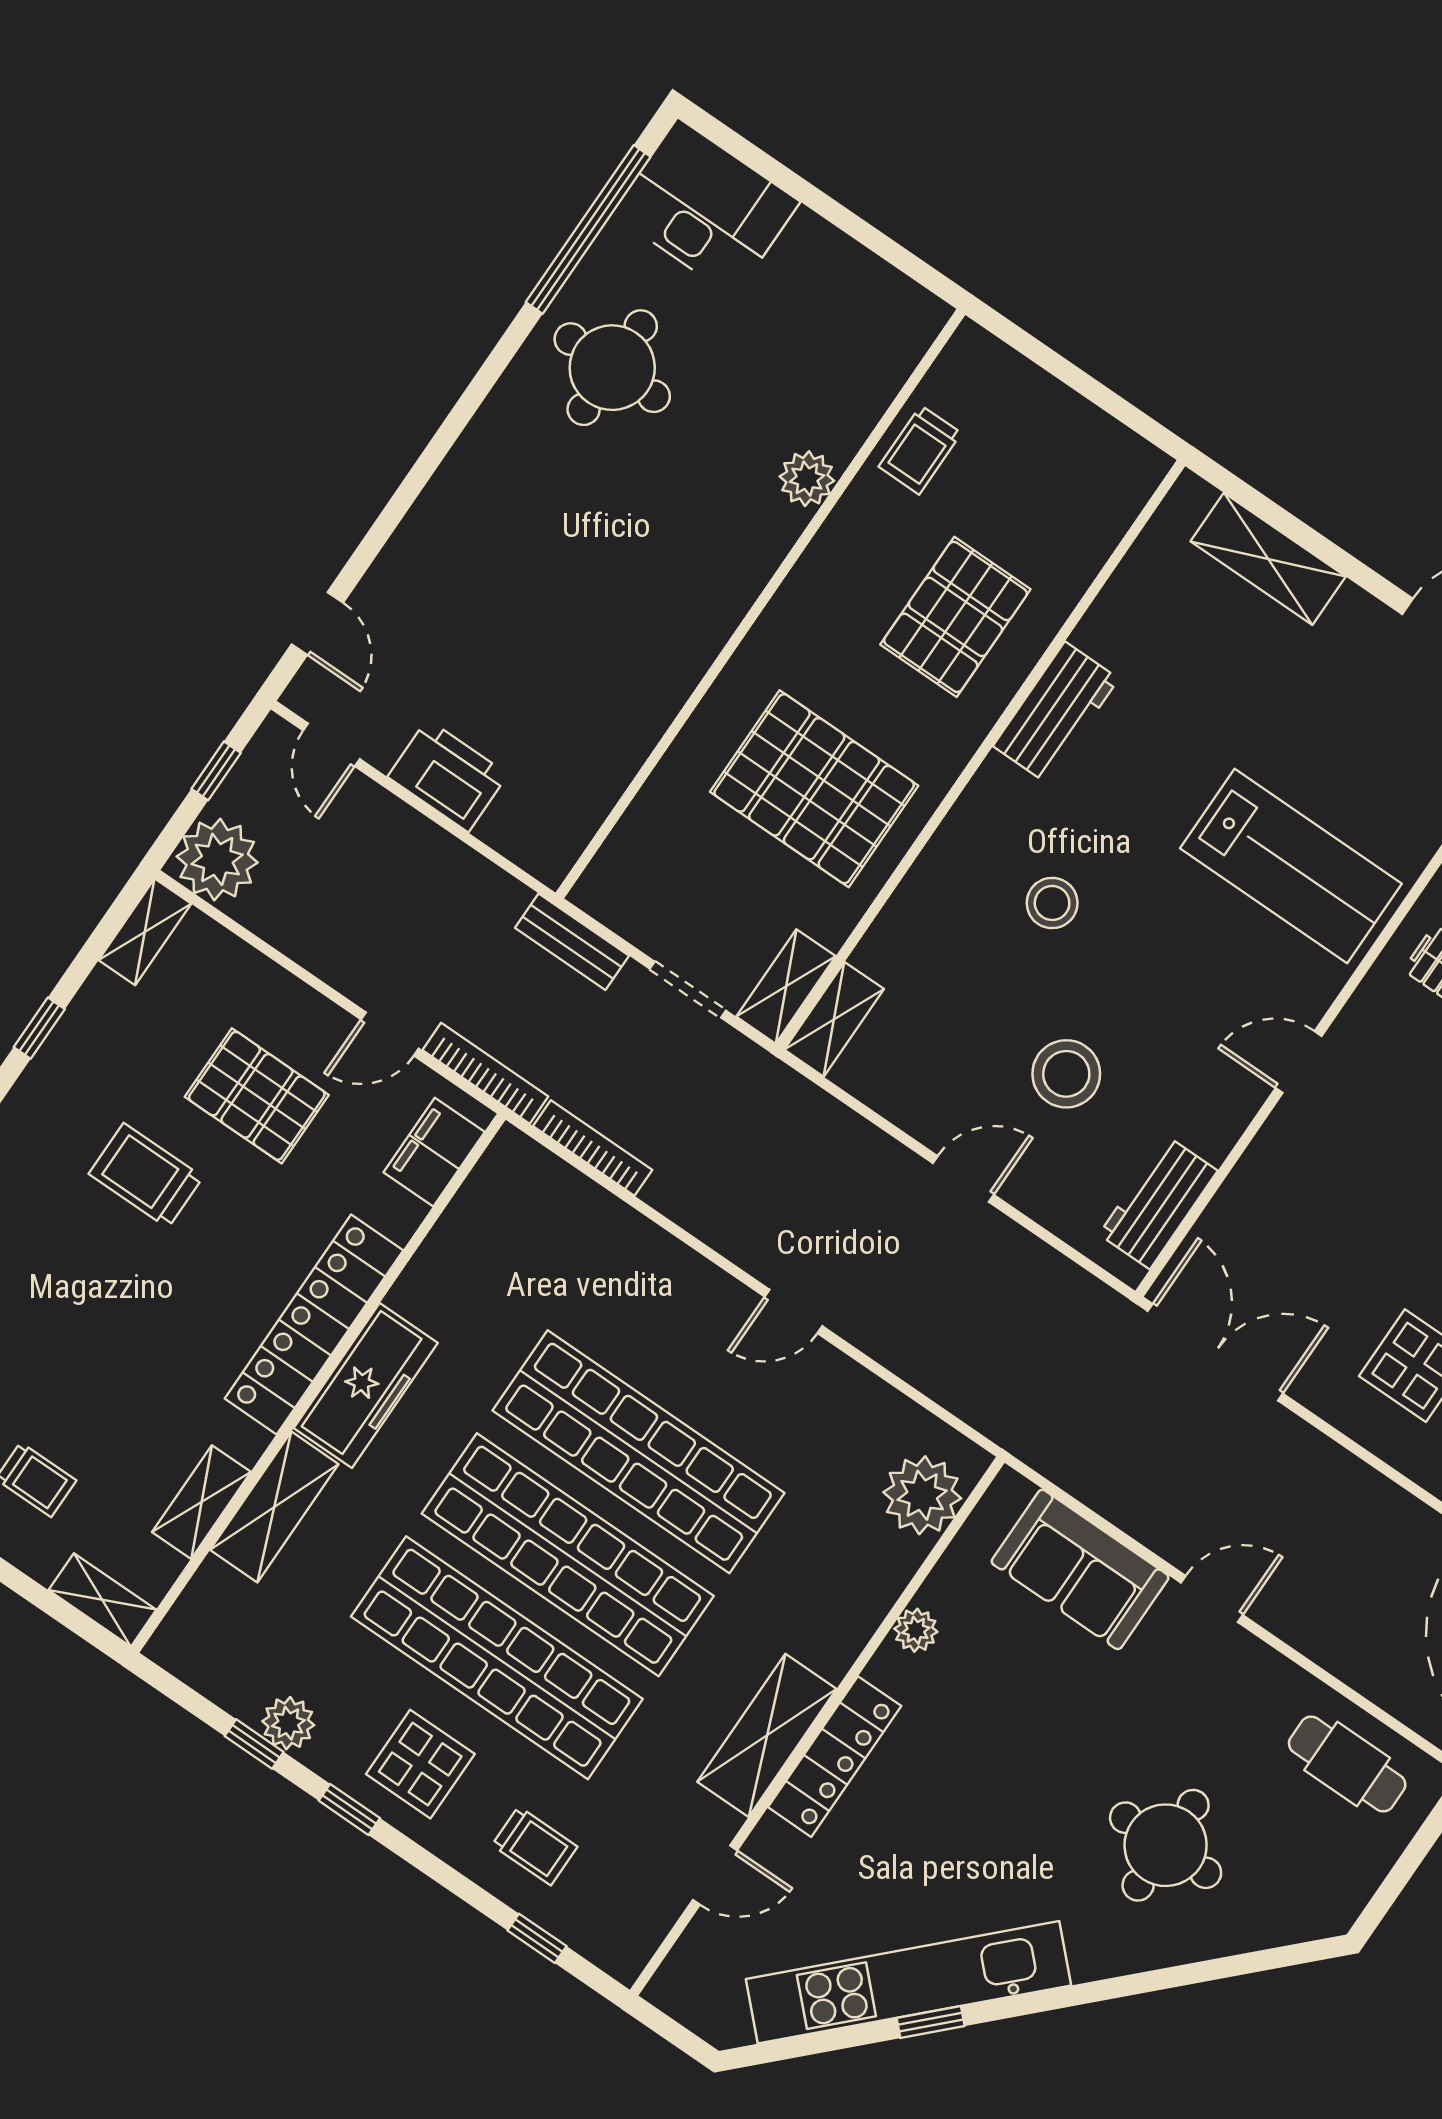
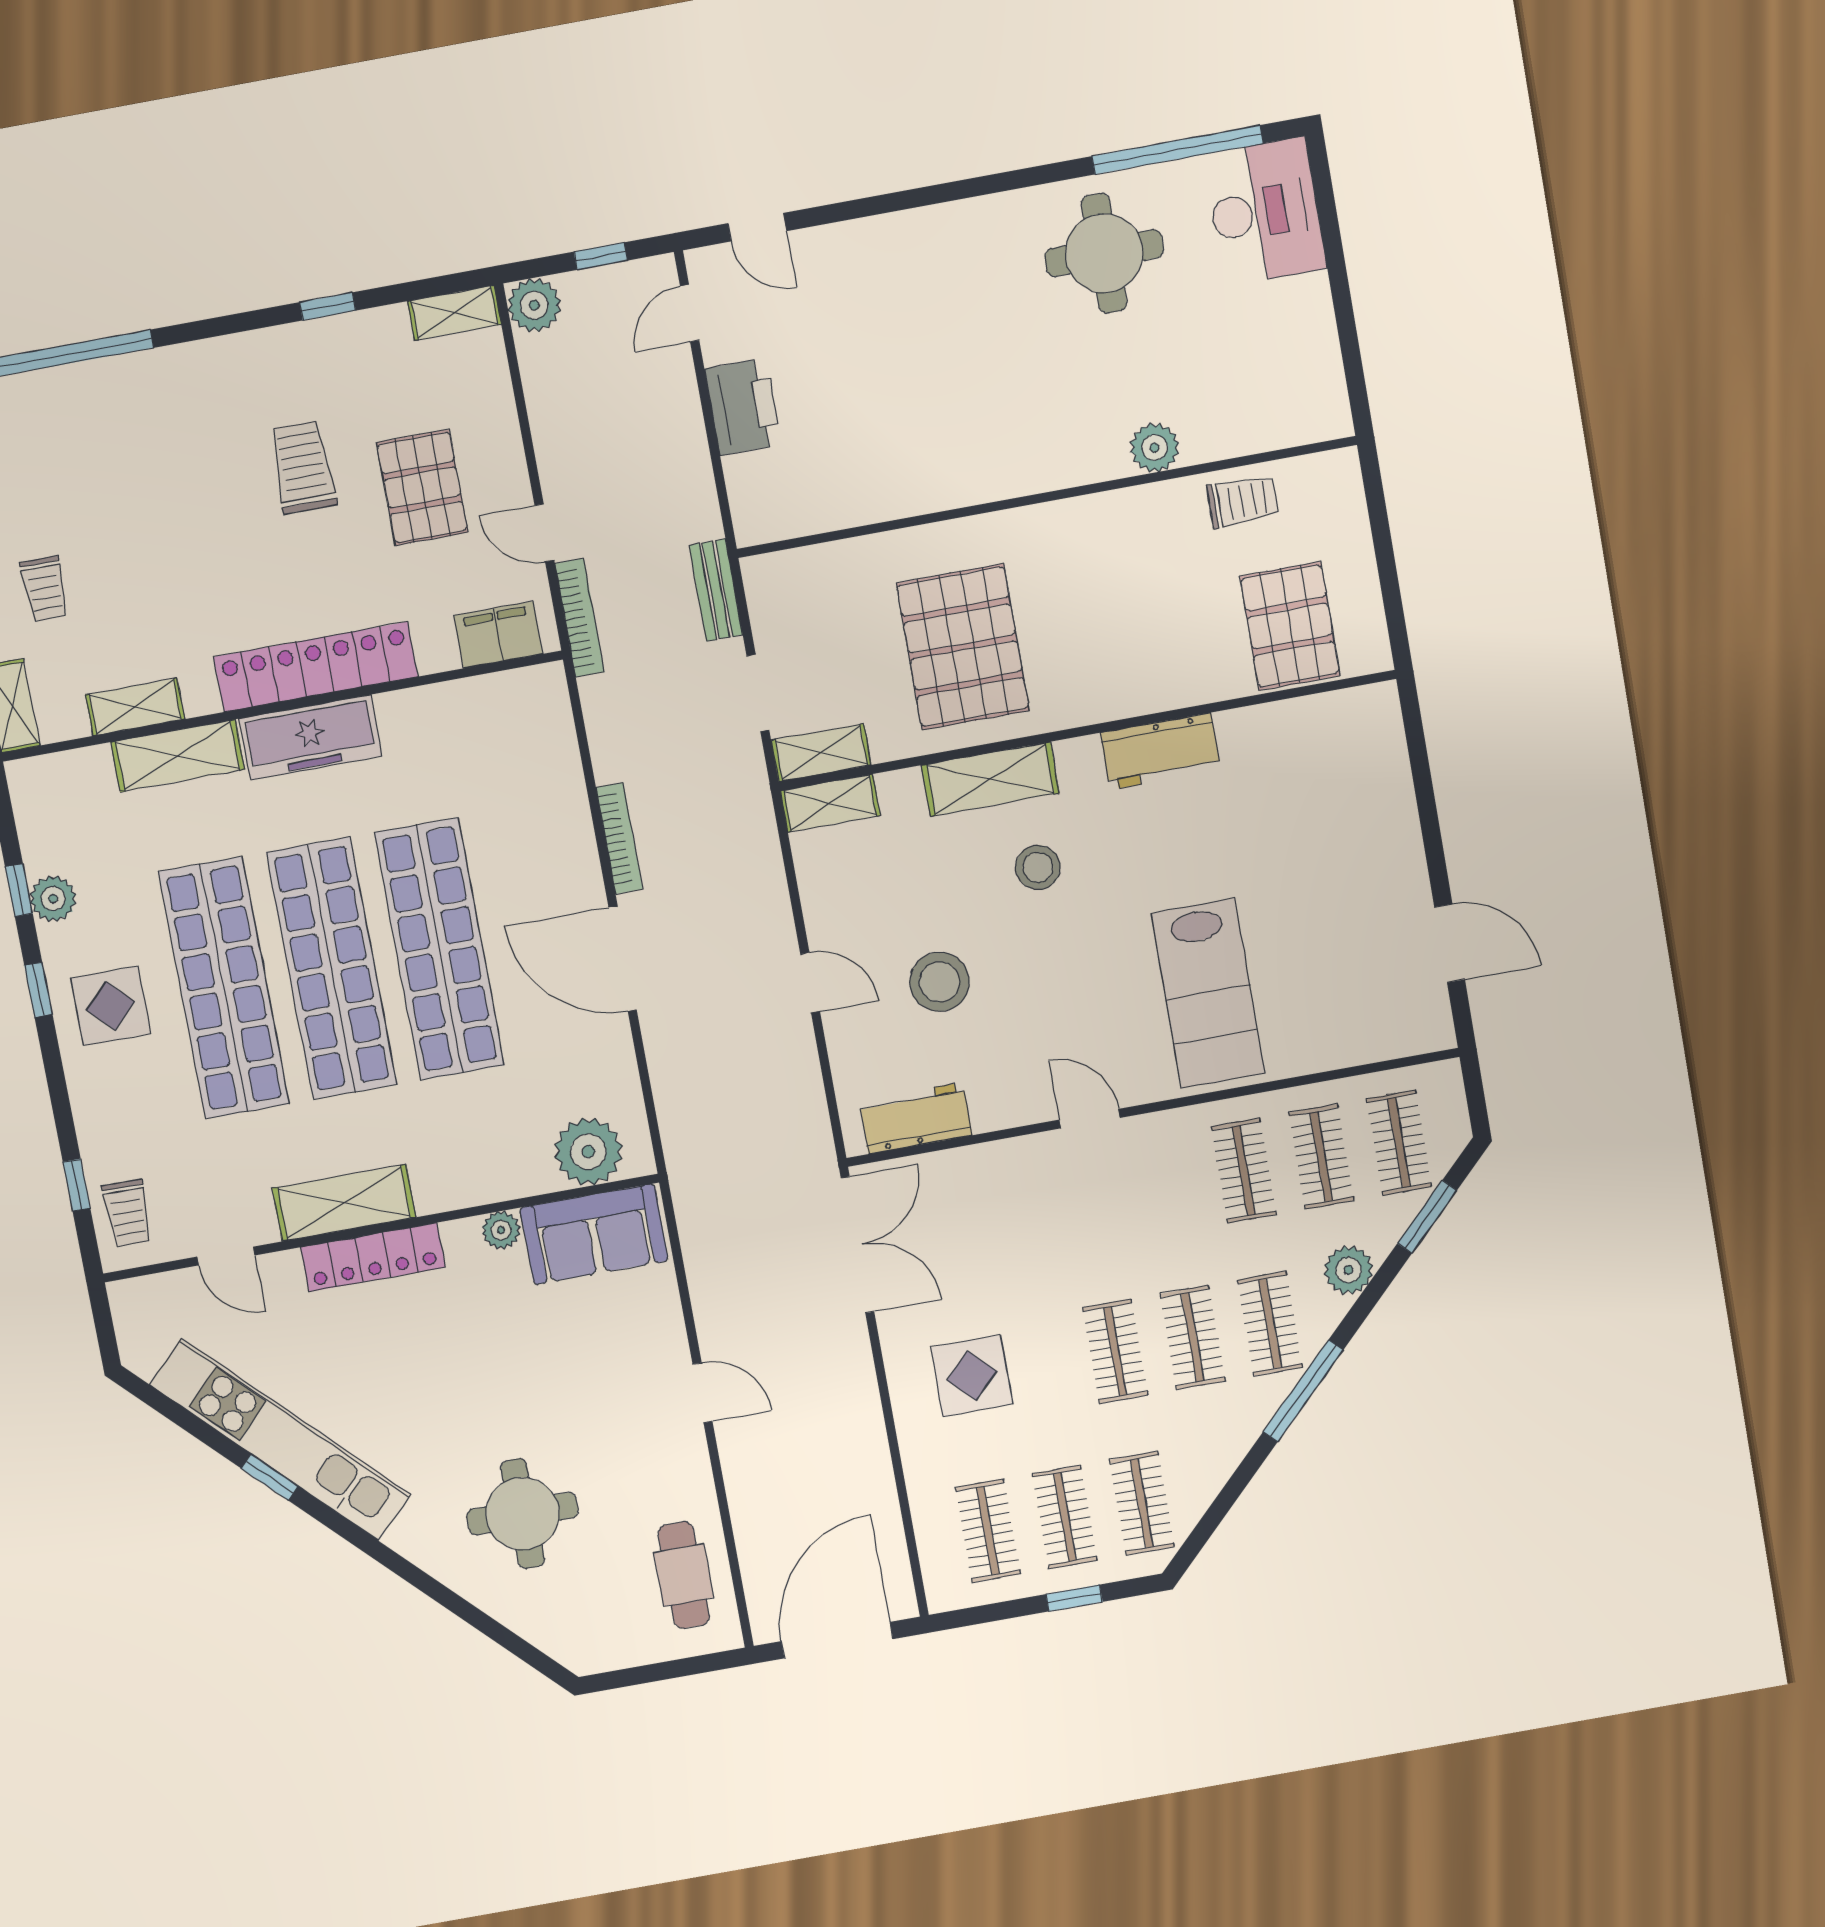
trolley: (920, 450) -> (1243, 501), turned 180
shelving: (1268, 559) -> (990, 779), moved, turned 90
pallet: (955, 617) -> (1290, 626), moved, turned 90
door: (317, 623) -> (757, 227), hinge flipped
plant: (217, 859) -> (534, 305), width x0.73, depth x0.73
bookcase: (593, 1148) -> (619, 838), moved
door: (793, 1311) -> (623, 959), width x1.87
sofa: (1080, 1569) -> (594, 1234), moved, turned -90
trolley: (535, 1846) -> (127, 1213), moved

